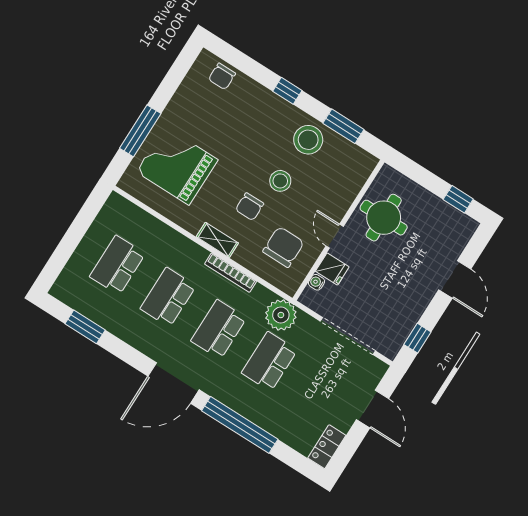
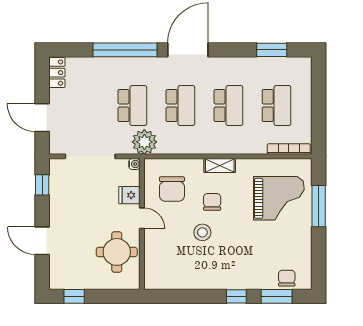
window: (343, 126) -> (277, 296), moved
stool: (308, 140) -> (201, 272), removed
bookcase: (231, 273) -> (289, 149), moved
water cooler: (317, 282) -> (134, 164), moved

